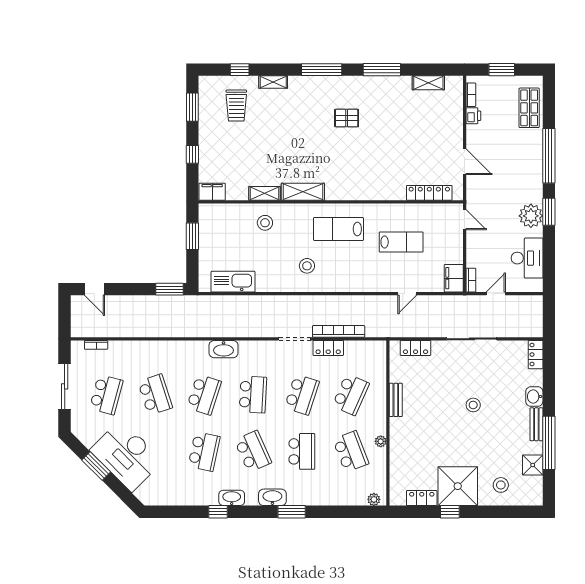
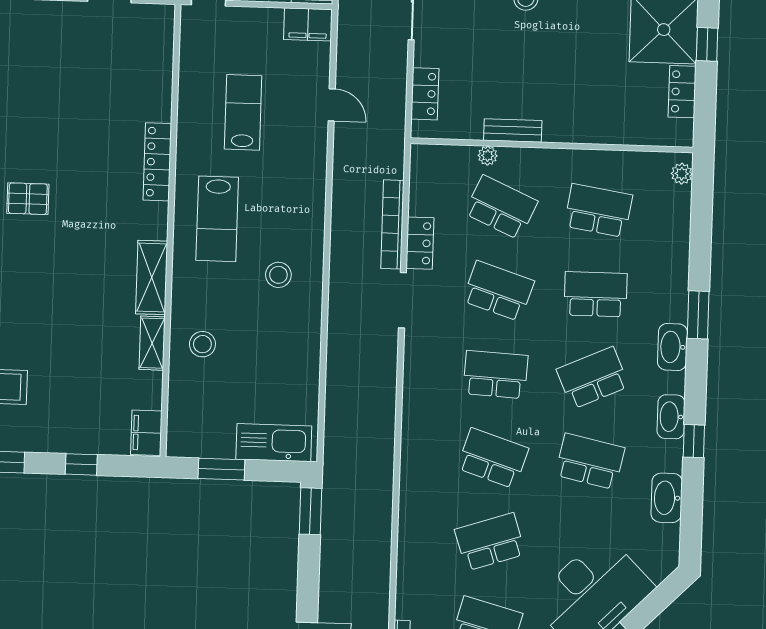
pallet: (347, 118) -> (28, 199), turned 90
locker: (429, 193) -> (157, 162), moved
kitchen sink: (233, 282) -> (274, 443), moved, turned 90
washbasin: (224, 349) -> (667, 498), moved, turned 180
plant: (381, 441) -> (488, 156), moved
school desk: (351, 451) -> (598, 211), turned 30

